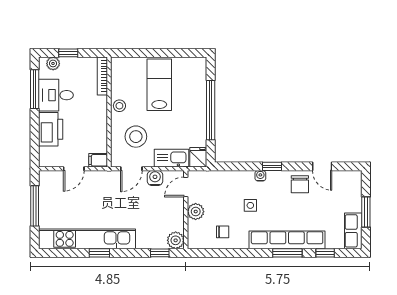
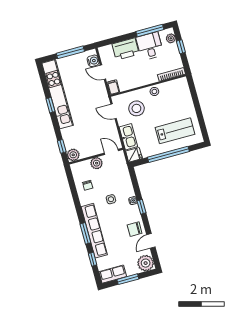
lab bench: (159, 85) -> (175, 131), moved
water cooler: (155, 178) -> (93, 61), moved
plant: (350, 182) -> (146, 263), added

